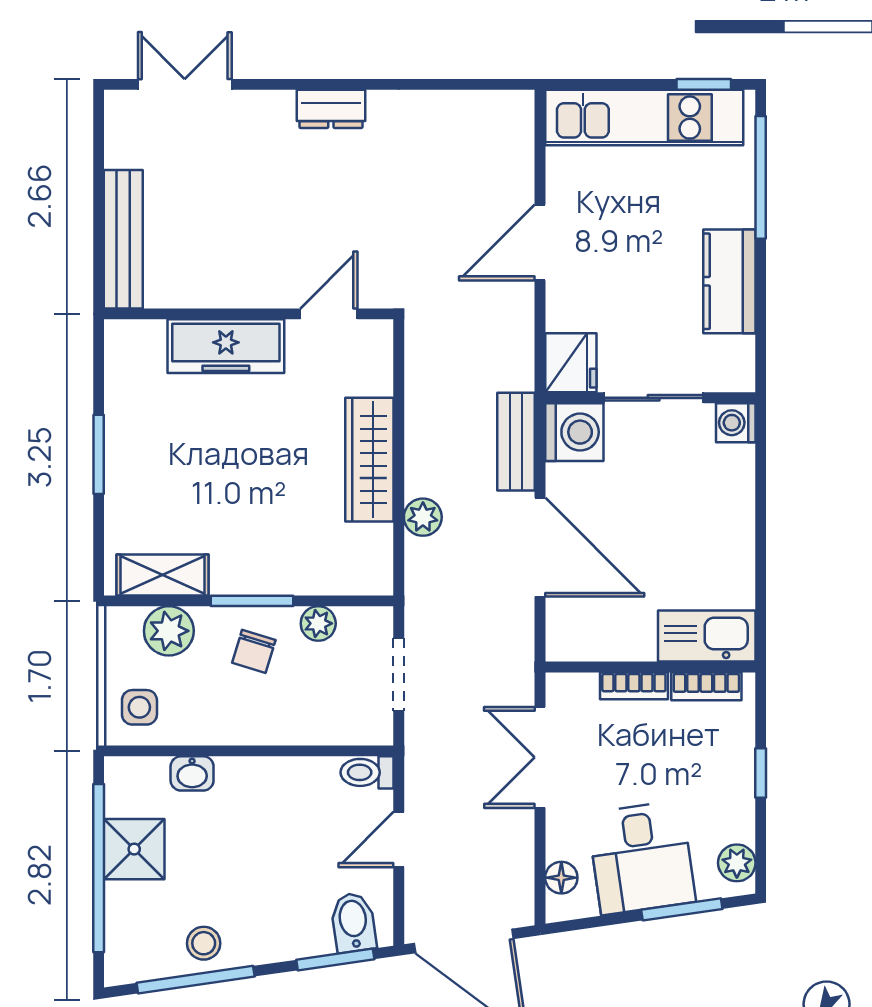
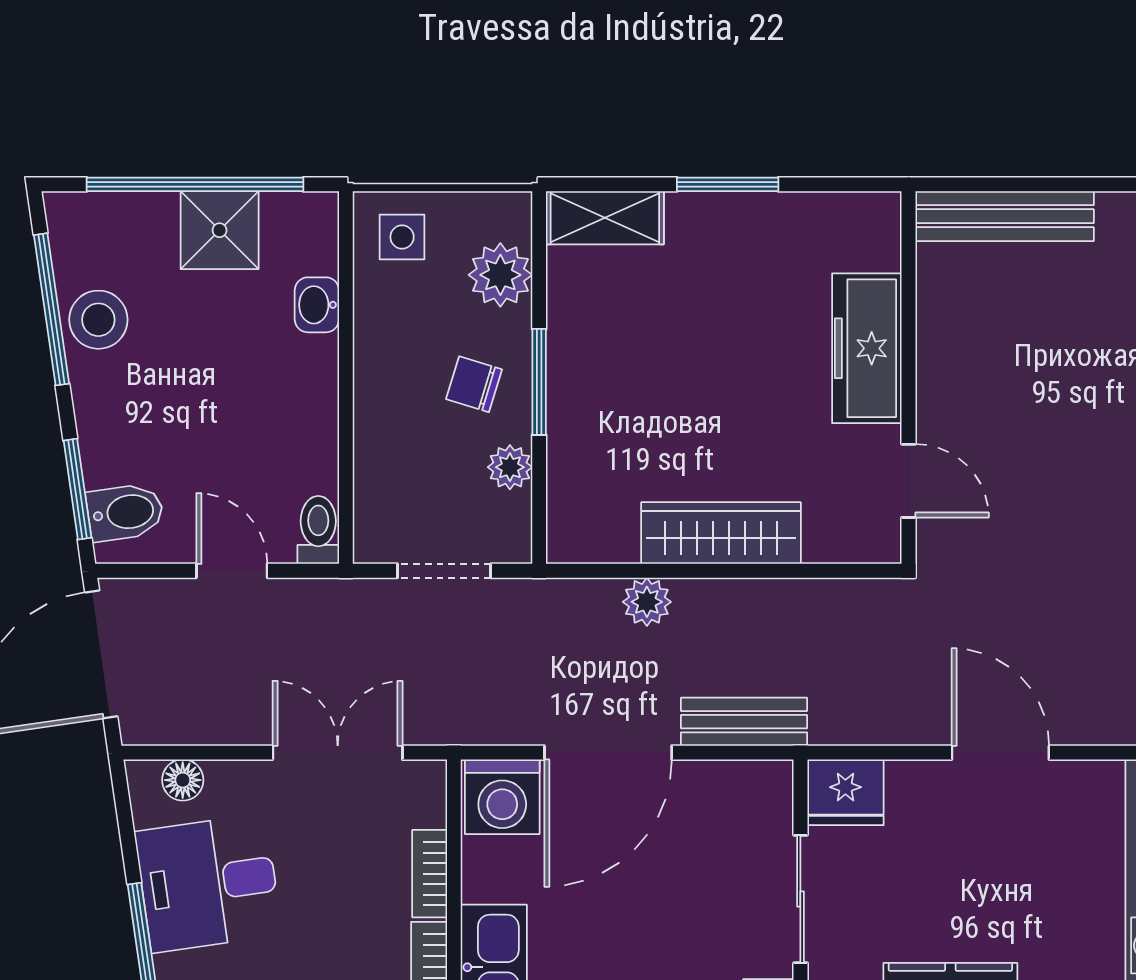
washing machine: (574, 432) -> (502, 797), moved
shelving: (163, 575) -> (605, 218), moved, turned 90
stool: (204, 943) -> (98, 320), width x1.37, depth x1.37

